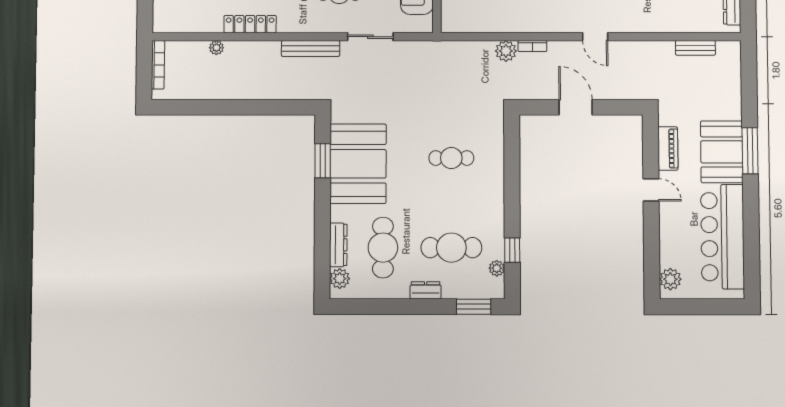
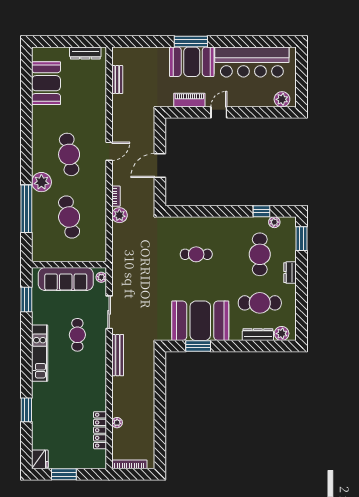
locker: (250, 24) -> (100, 430), moved
plant: (419, 26) -> (101, 277), added
cafe table: (451, 158) -> (196, 254), turned 90

